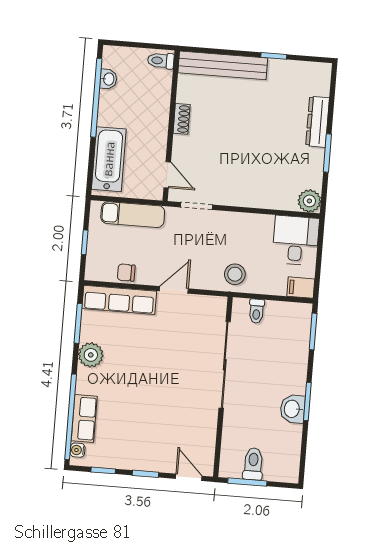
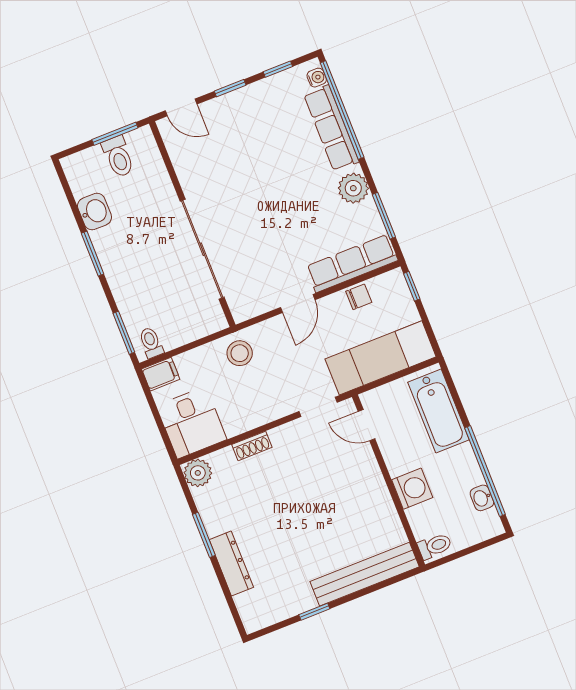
washing machine: (157, 111) -> (412, 489), added
shoe rack: (182, 119) -> (252, 446), moved, turned -90
exam couch: (133, 215) -> (381, 358), width x1.36, depth x1.45
window: (85, 242) -> (412, 286), moved
toilet: (257, 311) -> (151, 343), moved
washbasin: (292, 409) -> (95, 212), moved
row of seats: (84, 418) -> (331, 128), width x1.48

